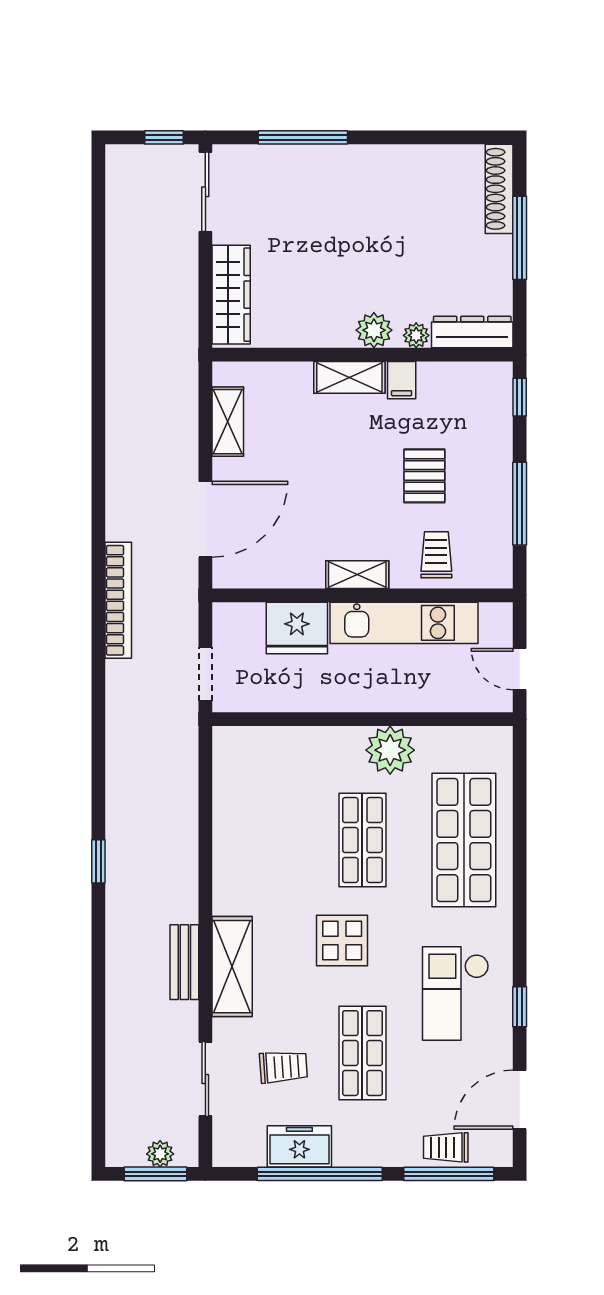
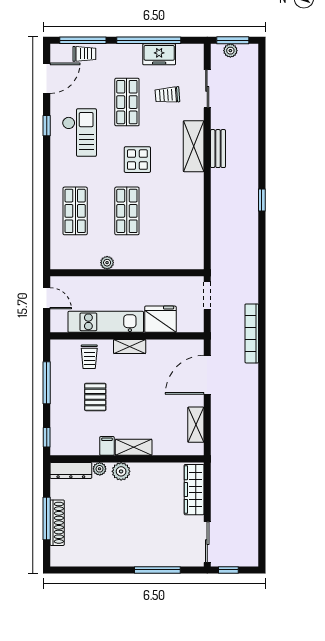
shoe rack: (499, 189) -> (57, 523), moved
plant: (390, 750) -> (107, 263), width x0.53, depth x0.53
shop shelf: (464, 840) -> (75, 211), width x0.70, depth x0.74

